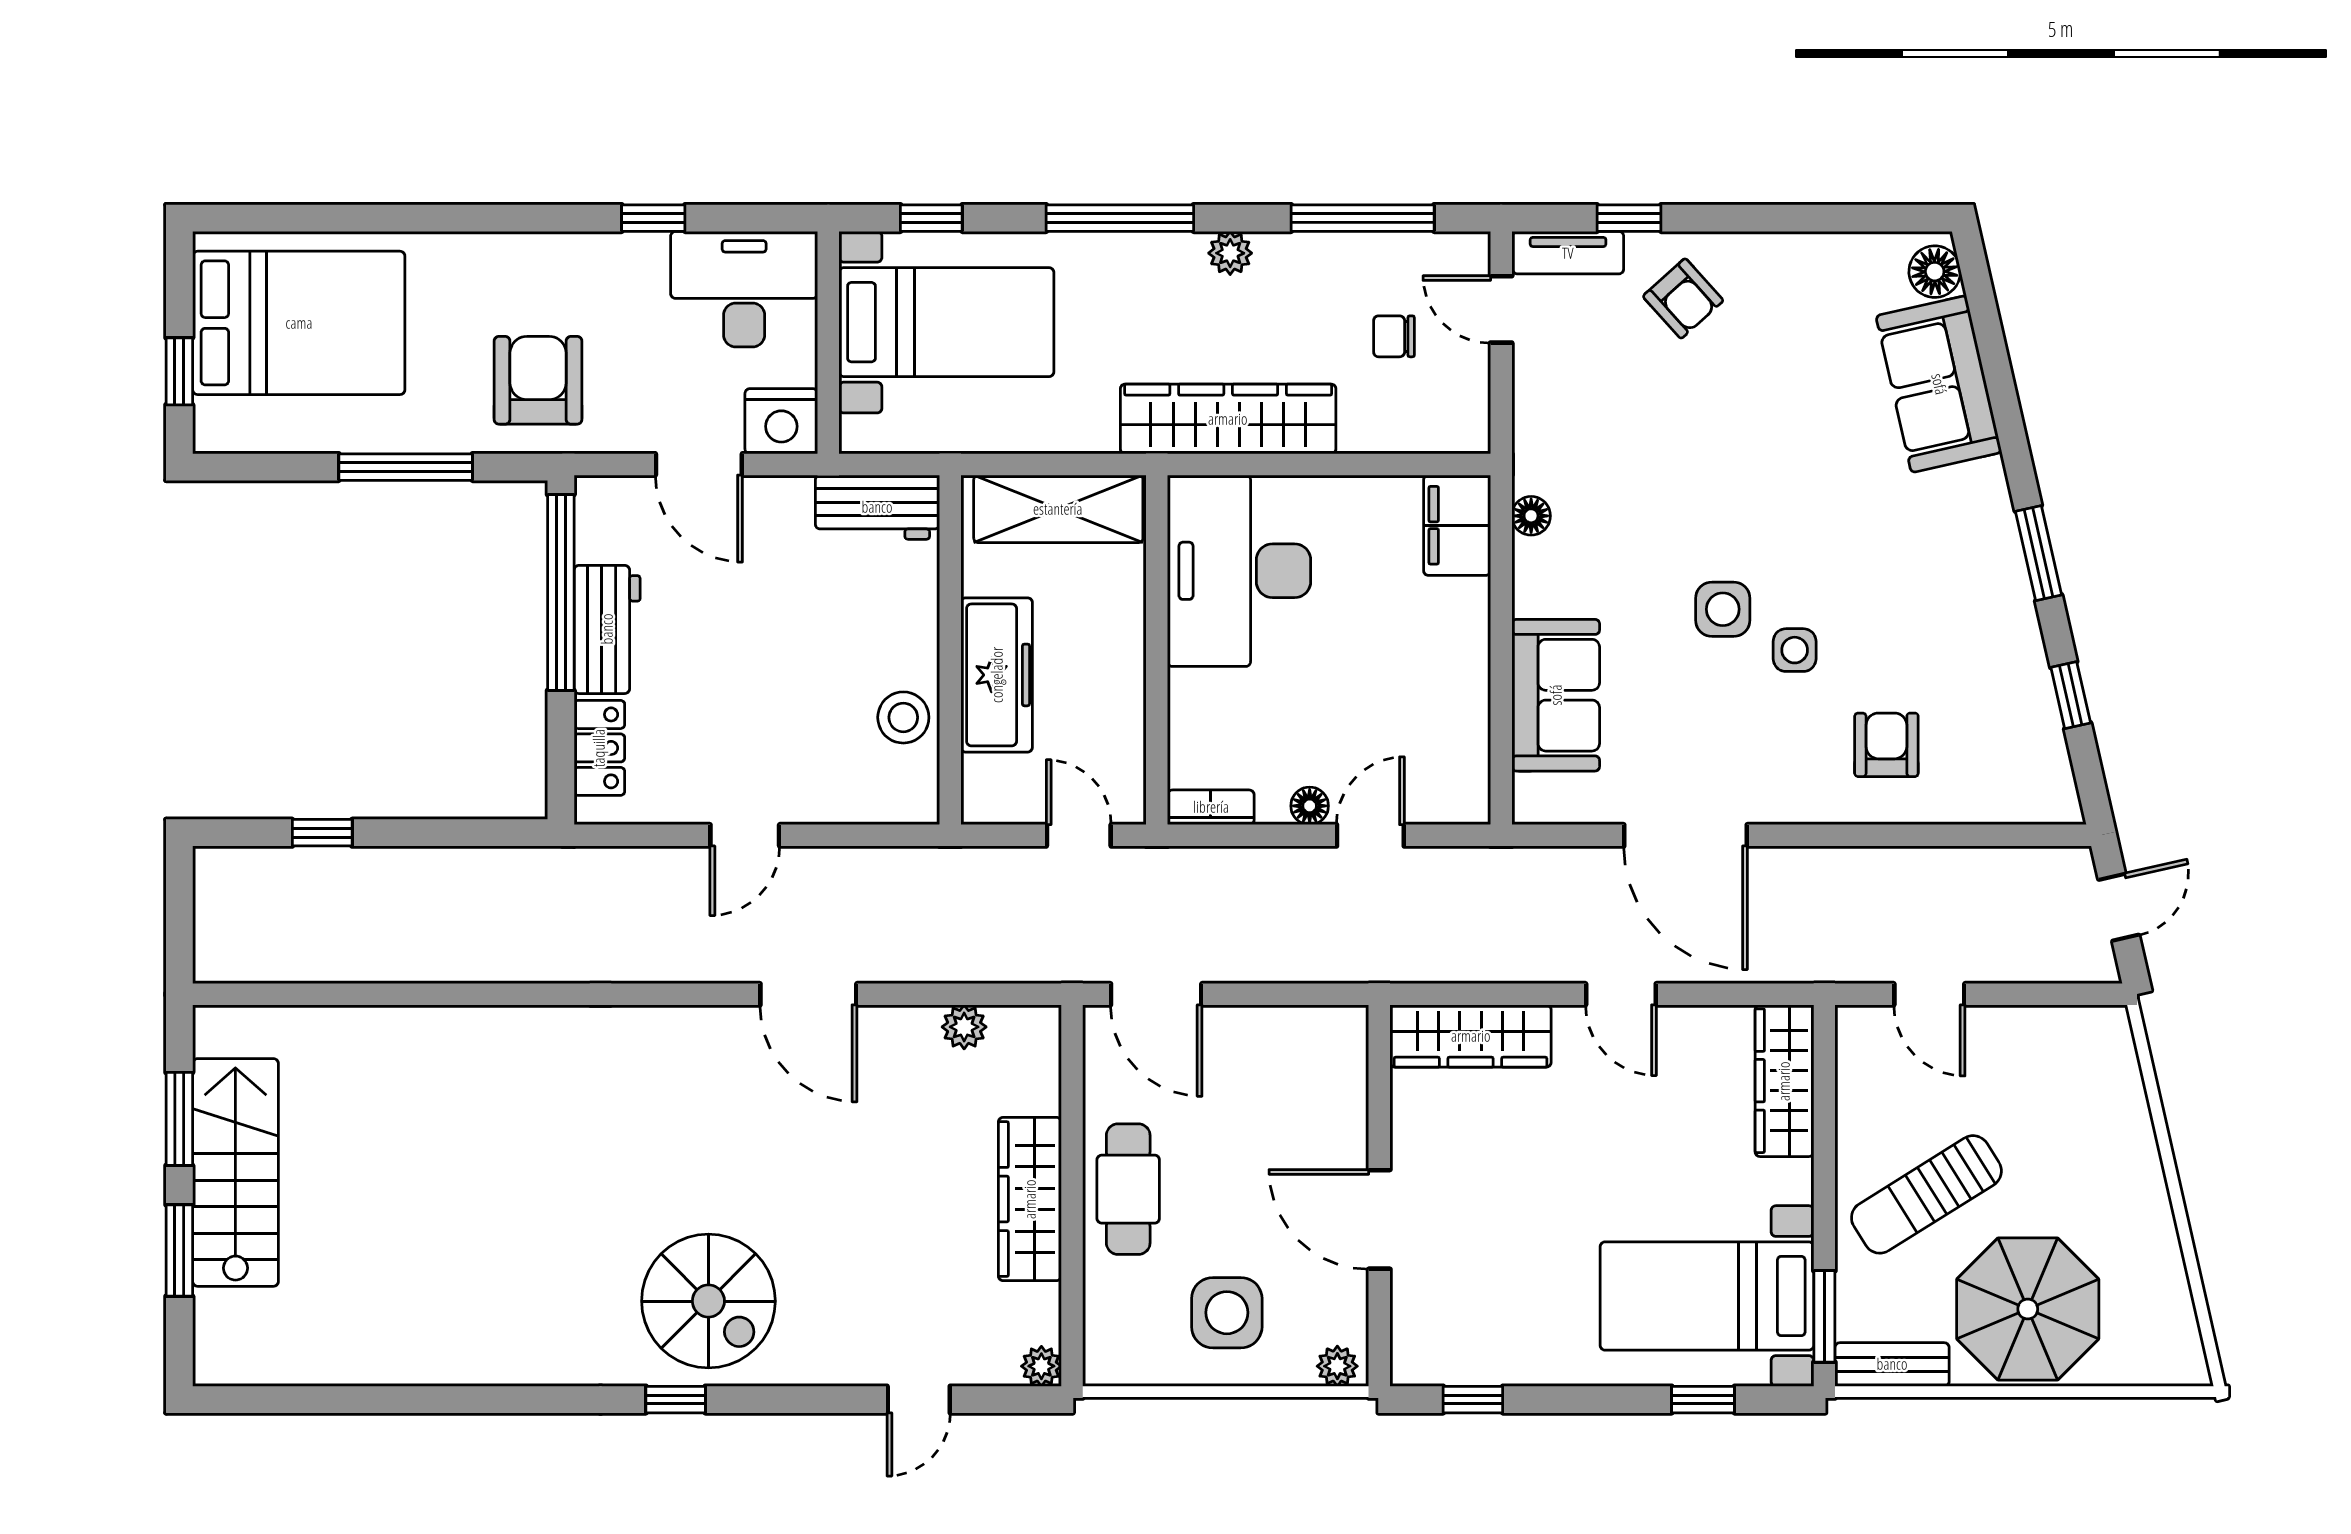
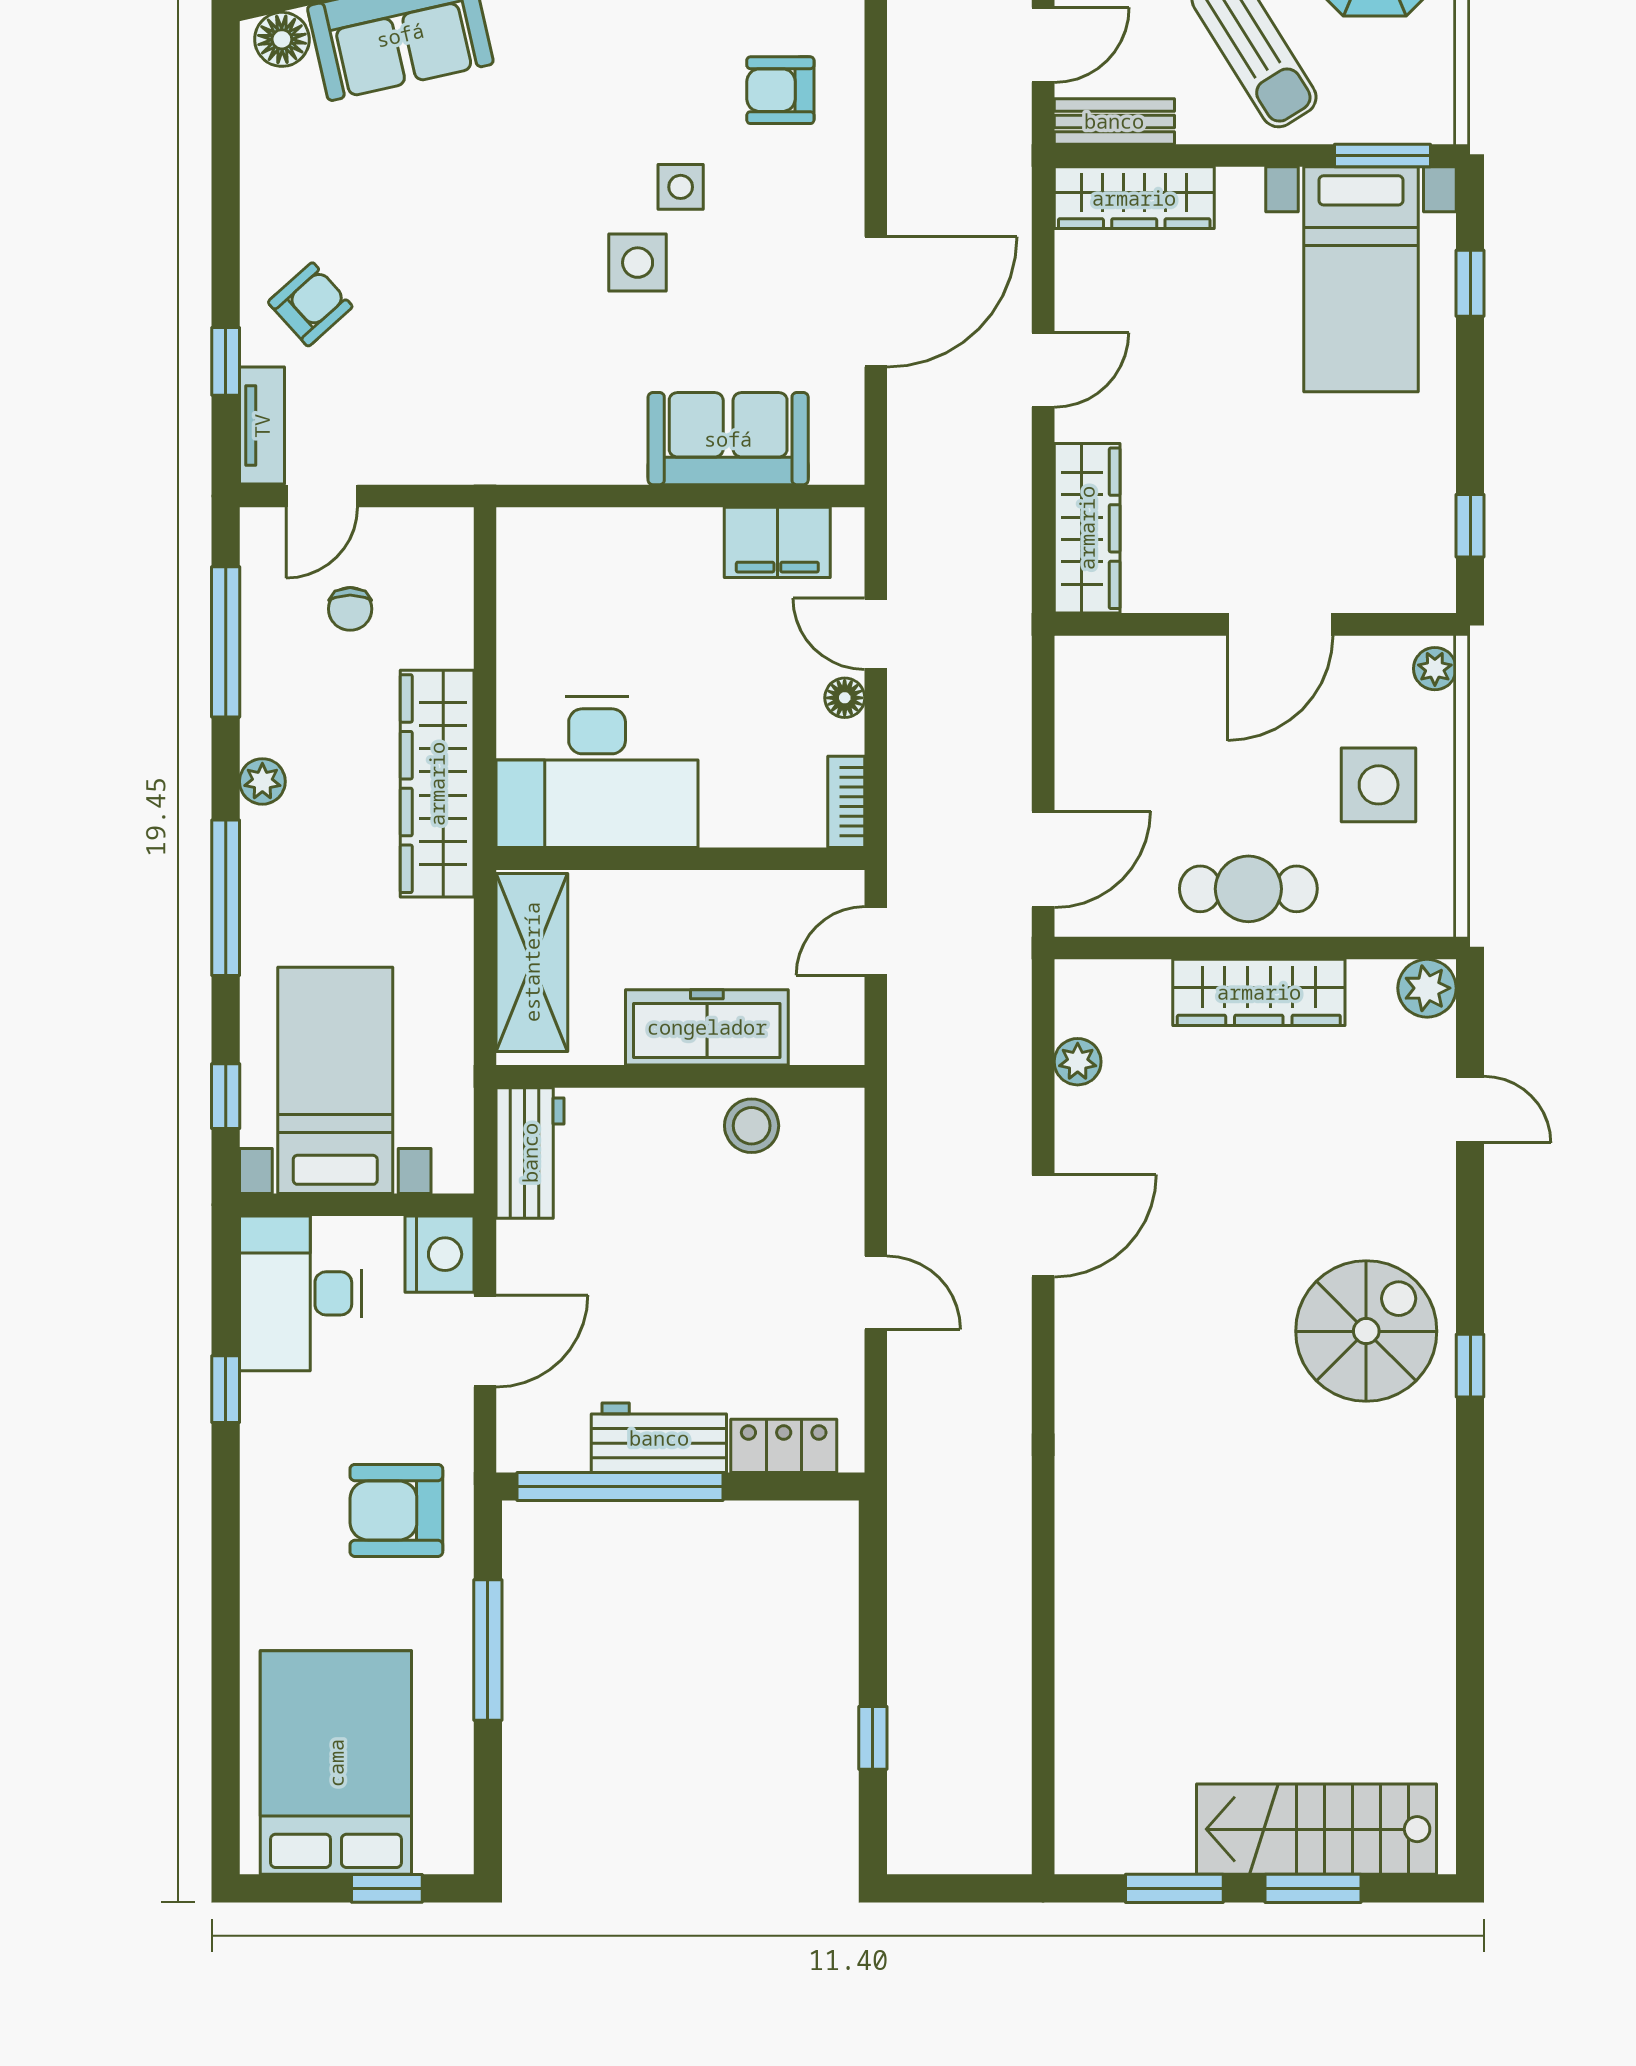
floor lamp: (1531, 516) -> (539, 464), removed
filing cabinet: (1457, 525) -> (777, 542), moved
stairs: (235, 1172) -> (1316, 1829), moved
bench: (1892, 1364) -> (1114, 121), moved, turned 90
plant: (1041, 1366) -> (1427, 988), width x1.38, depth x1.38

